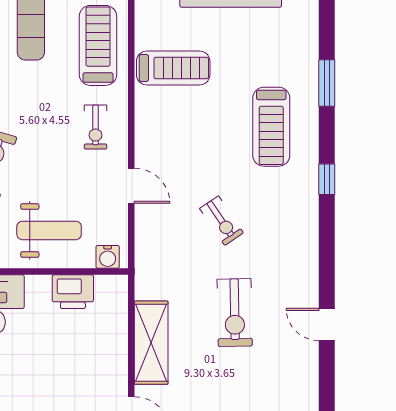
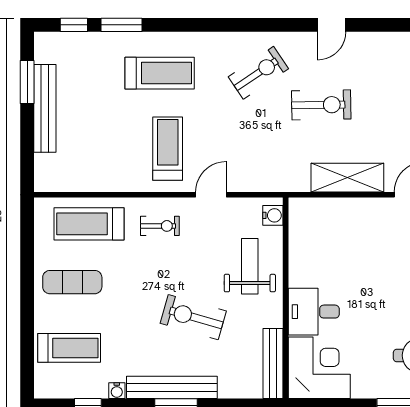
treadmill: (173, 68) -> (168, 149), moved
window: (327, 179) -> (74, 25), moved
exercise bike: (222, 221) -> (258, 73), moved, width x1.38, depth x1.39
printer: (73, 292) -> (303, 246), removed

